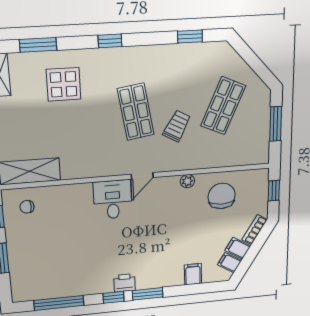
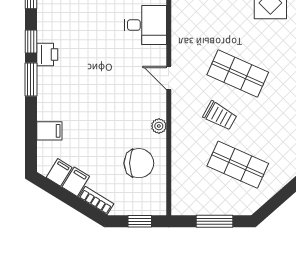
shop shelf: (136, 112) -> (238, 74), turned 33
desk: (113, 200) -> (145, 25), moved

